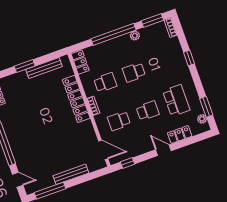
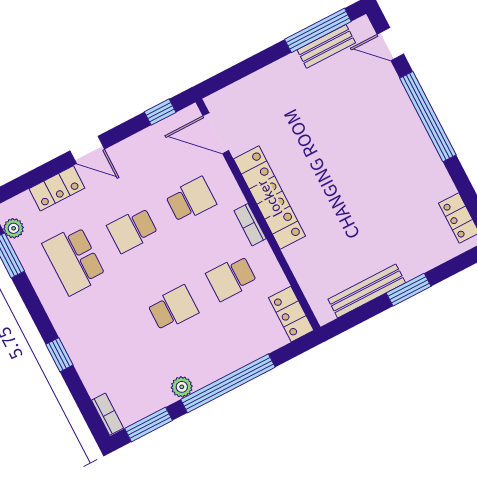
locker: (76, 99) -> (270, 198), moved
bench: (71, 174) -> (326, 46), moved, width x0.73

